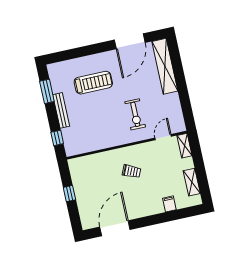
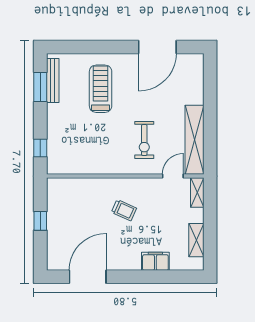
shelving: (165, 66) -> (194, 140), moved
treadmill: (93, 83) -> (101, 89), turned -90
bench: (61, 110) -> (53, 80), moved
filing cabinet: (169, 204) -> (155, 261), width x2.00

